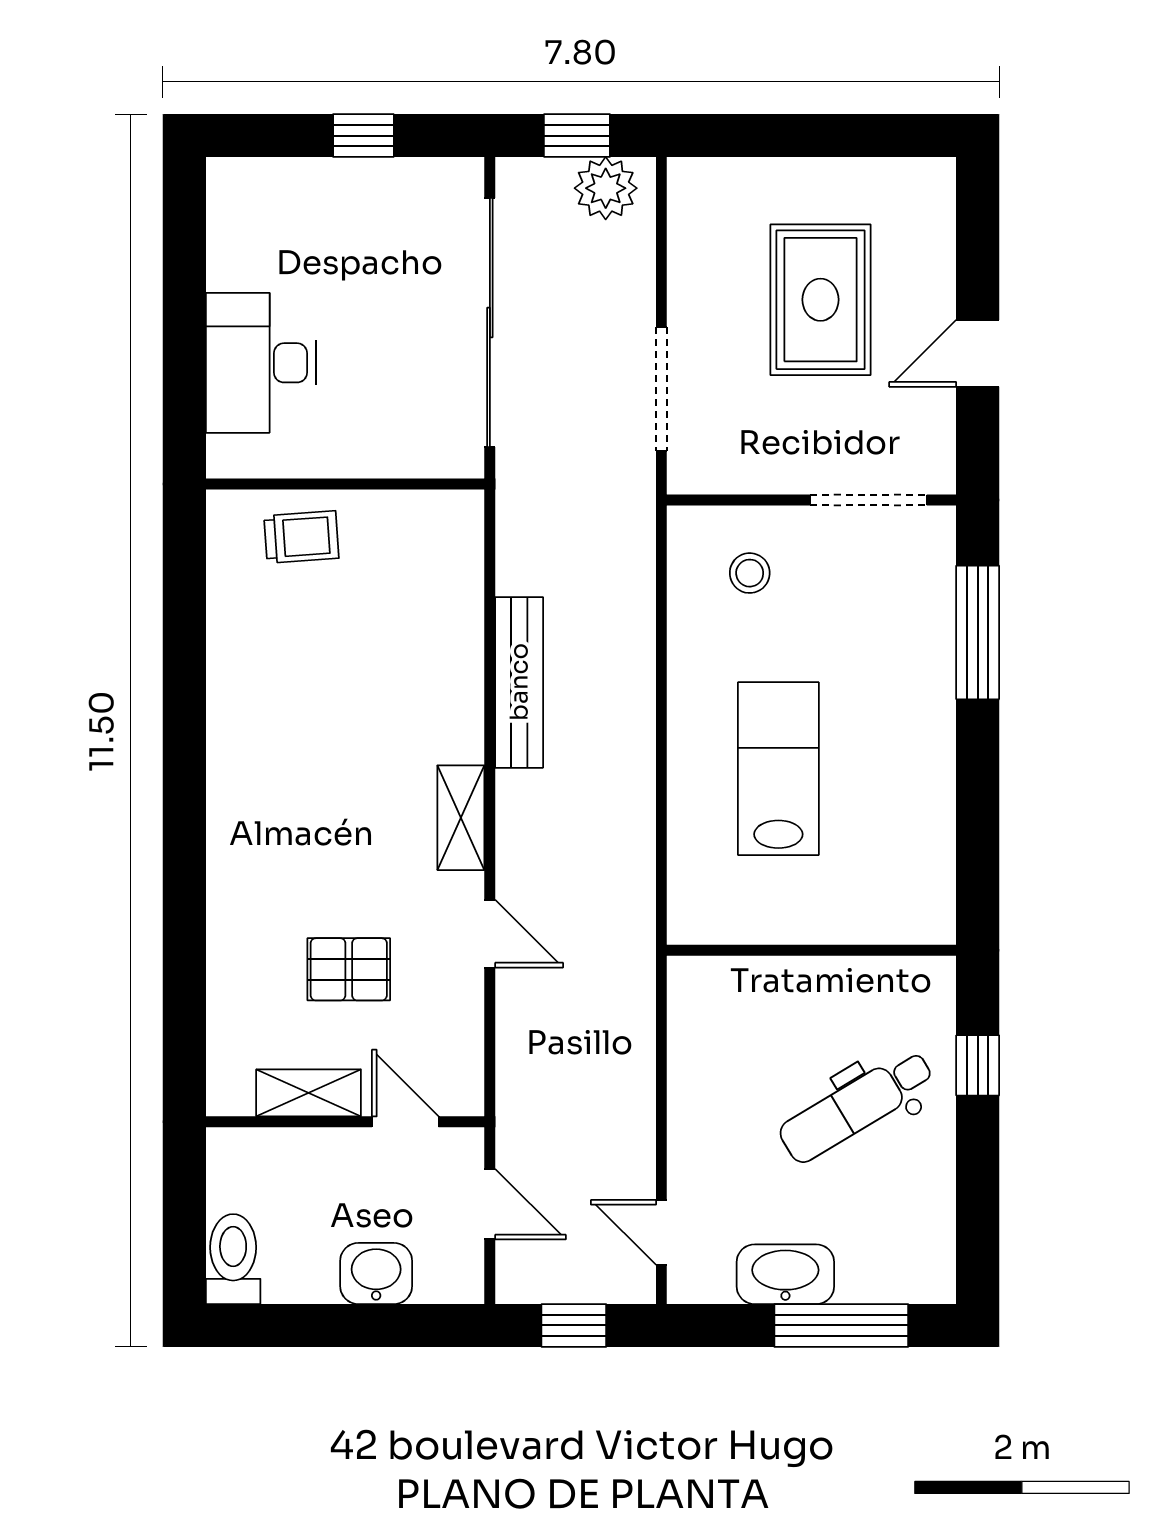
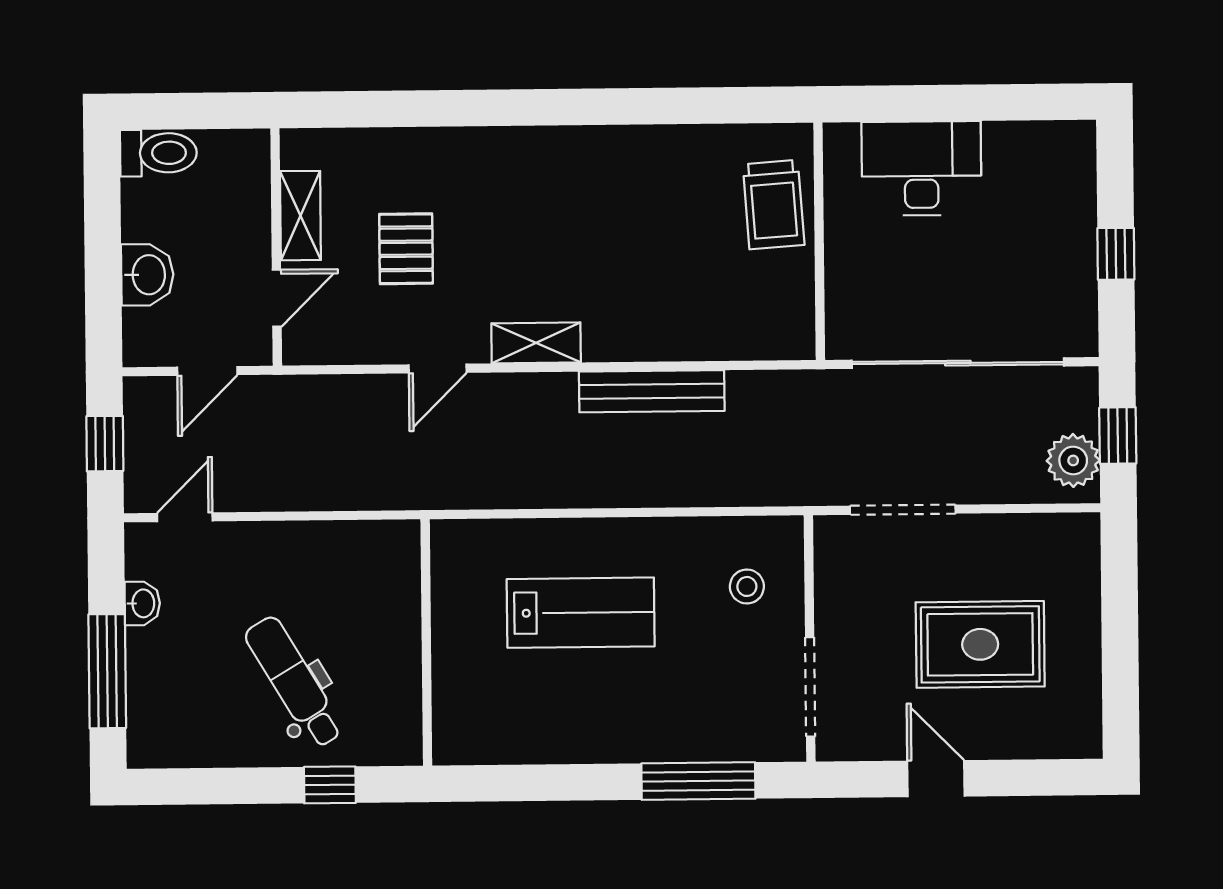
trolley: (301, 537) -> (774, 205), width x1.36, depth x1.39
washbasin: (785, 1274) -> (142, 603), width x0.52, depth x0.69

